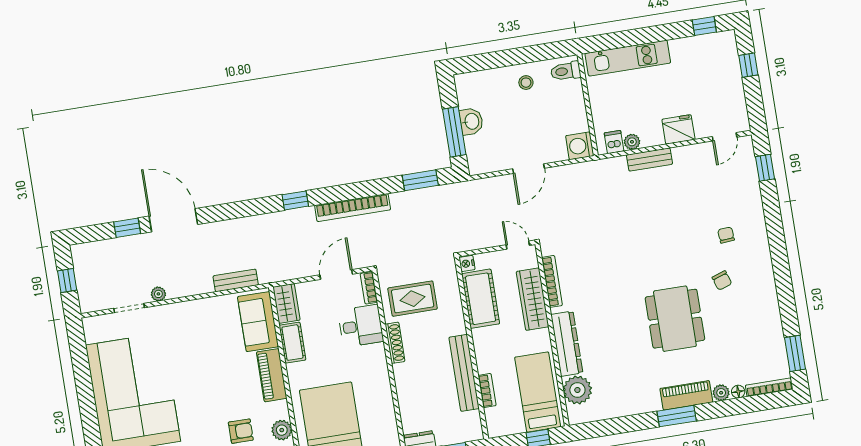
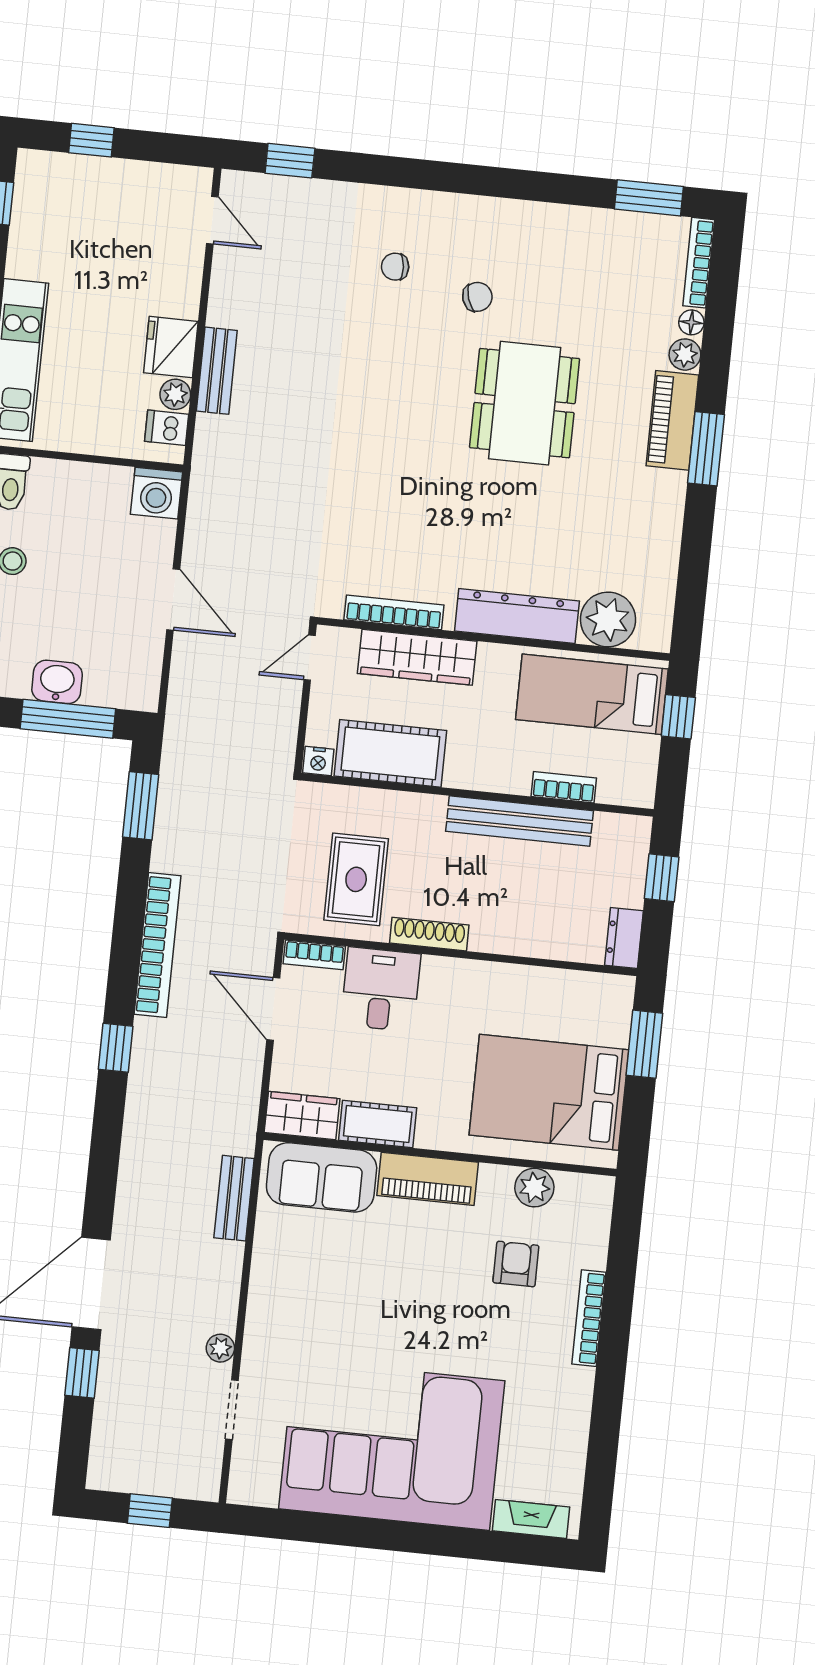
fridge: (678, 129) -> (171, 347), moved
dining table: (675, 319) -> (525, 403), turned 90

